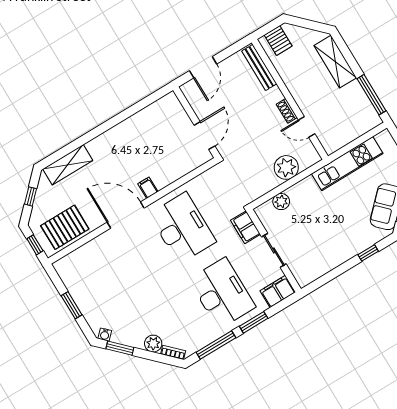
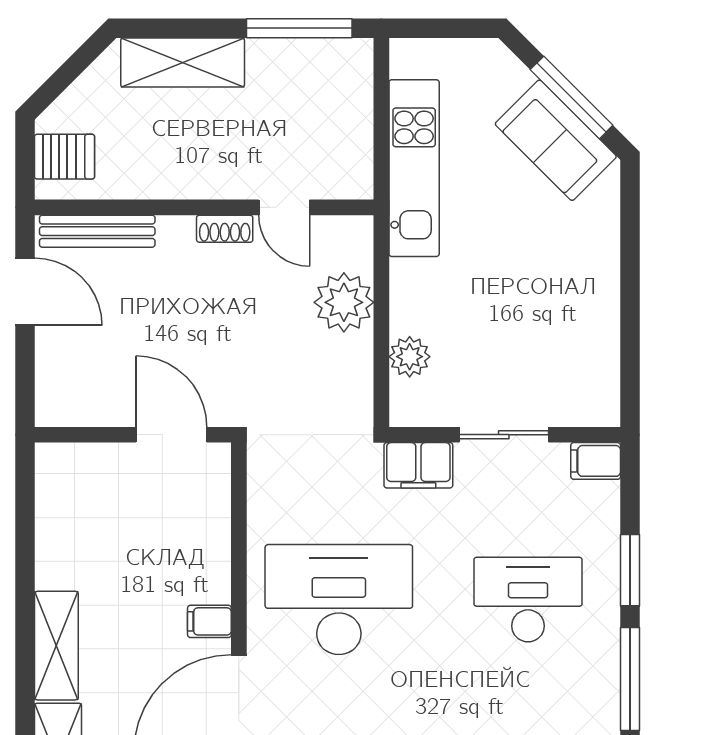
door: (203, 67) -> (25, 292), moved
door: (307, 127) -> (284, 207), hinge flipped
shelving: (107, 140) -> (56, 646), added
window: (368, 253) -> (630, 238), removed
filing cabinet: (278, 291) -> (596, 461), width x0.50
desk: (222, 293) -> (528, 600), width x0.73, depth x0.77

